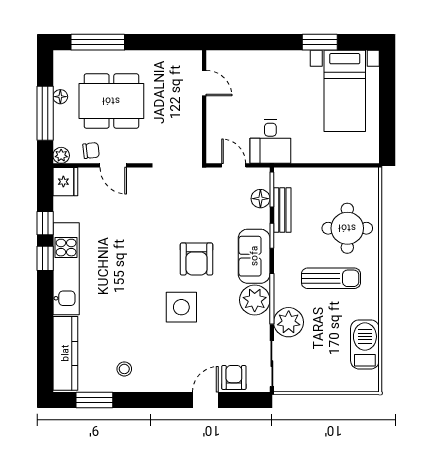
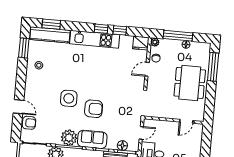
dining table: (111, 101) -> (190, 83), moved
armchair: (196, 259) -> (94, 109), turned 180
window: (45, 353) -> (51, 24), added

